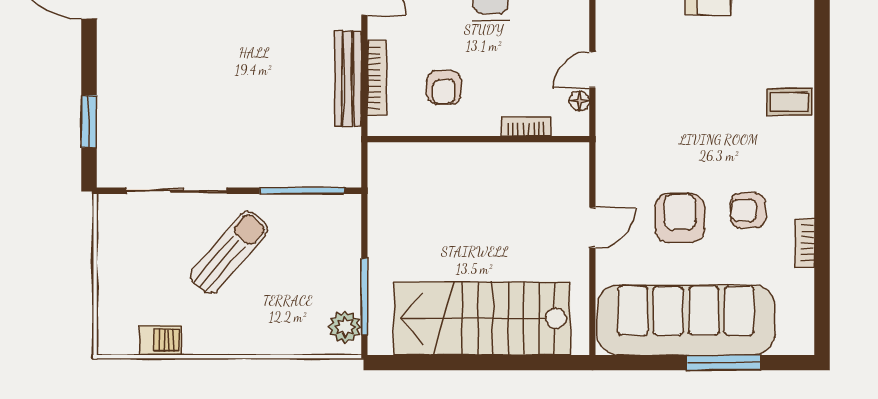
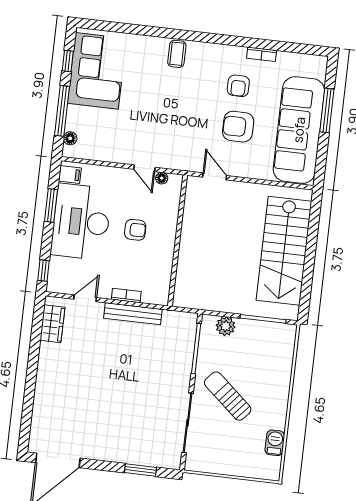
bookcase: (377, 78) -> (126, 296), width x0.64
armchair: (444, 88) -> (135, 230), moved
bookcase: (526, 126) -> (173, 211), removed
door: (592, 228) -> (215, 176), moved
plant: (345, 327) -> (226, 326), moved

